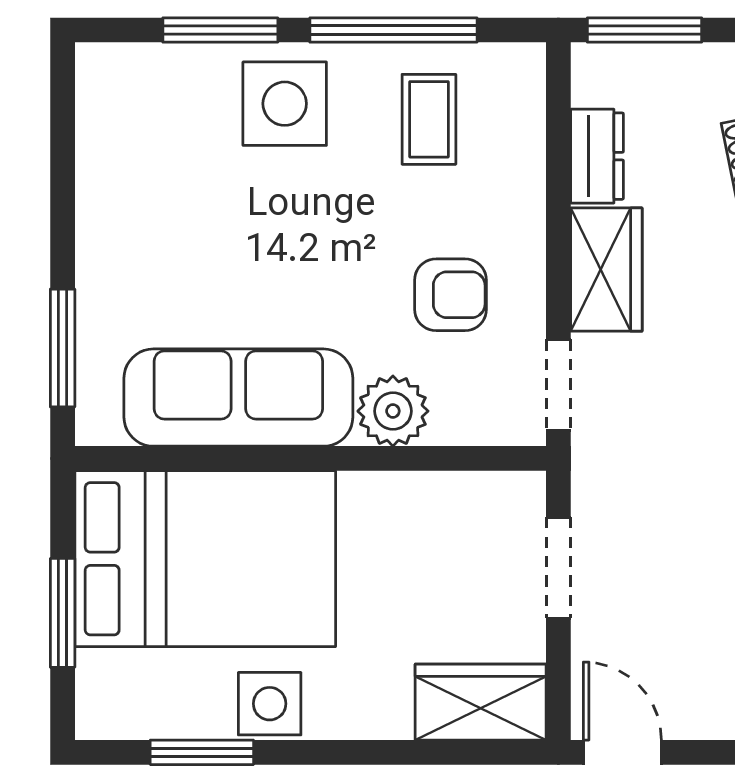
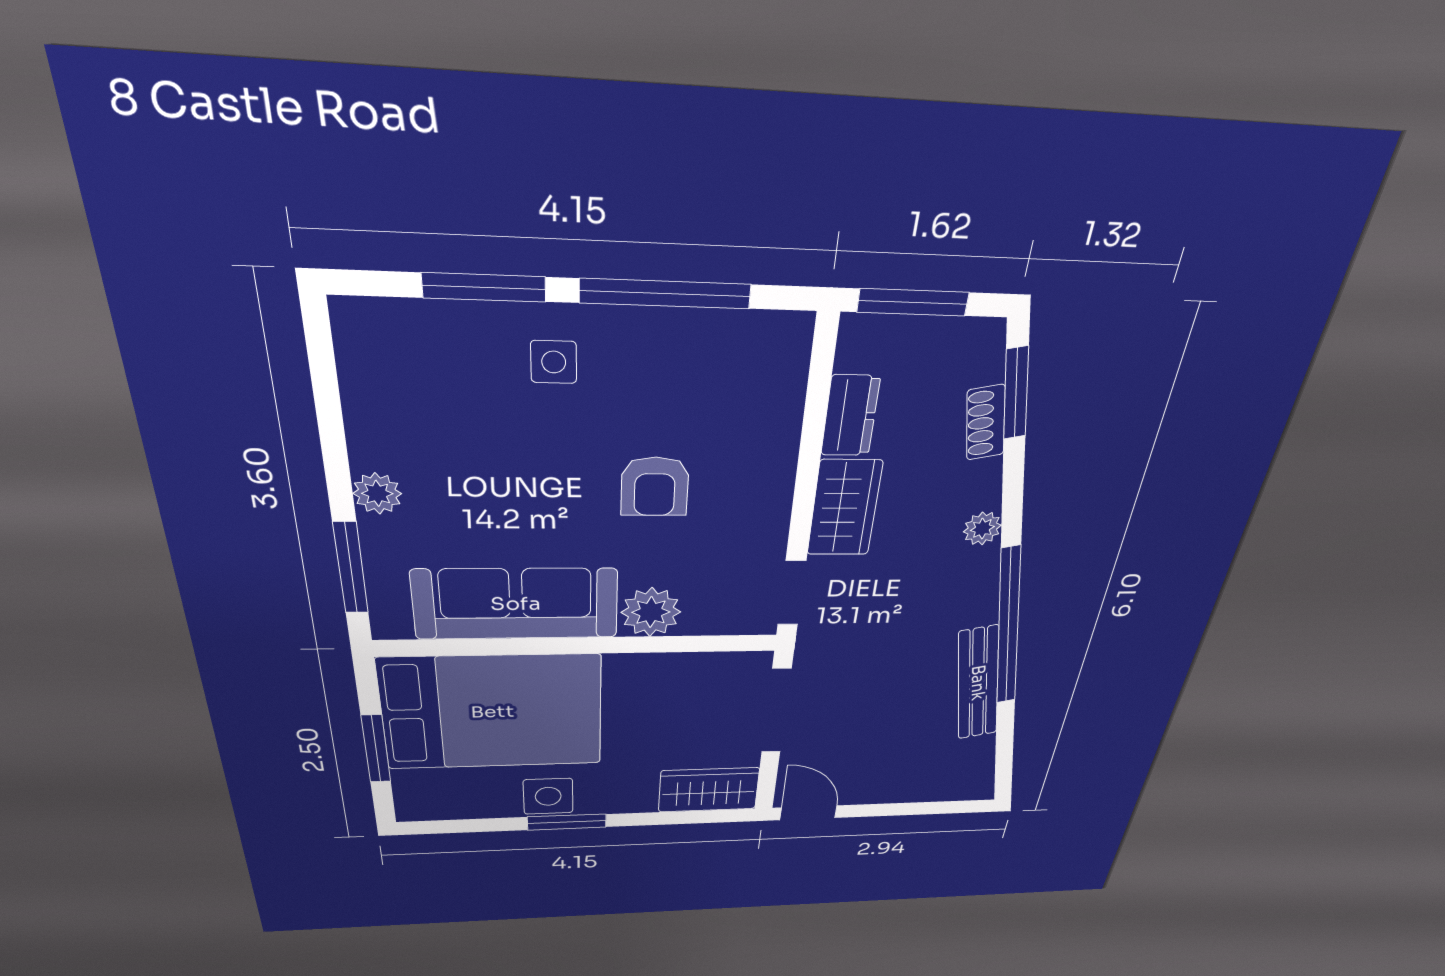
side table: (285, 104) -> (554, 362), width x0.54, depth x0.54
coffee table: (429, 119) -> (696, 380), removed
plant: (100, 255) -> (377, 493), added
armchair: (451, 295) -> (655, 487), moved, turned 90
doorway: (558, 568) -> (776, 711), width x1.38
window: (202, 752) -> (567, 822), moved

